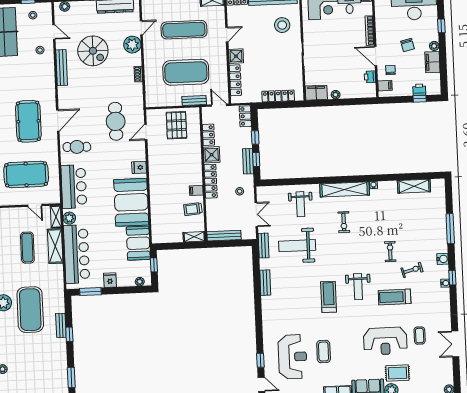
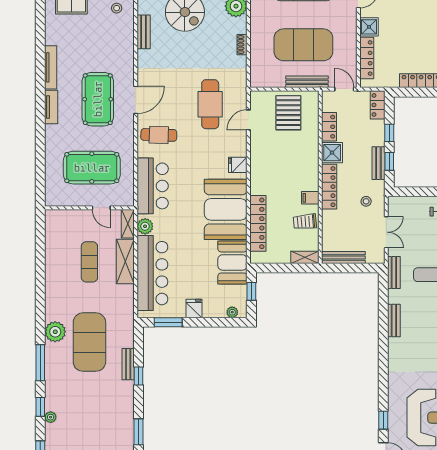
bench: (62, 68) -> (144, 32), width x0.73
bench: (194, 101) -> (307, 82), width x1.36
locker: (157, 212) -> (258, 223), added

